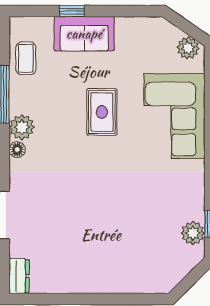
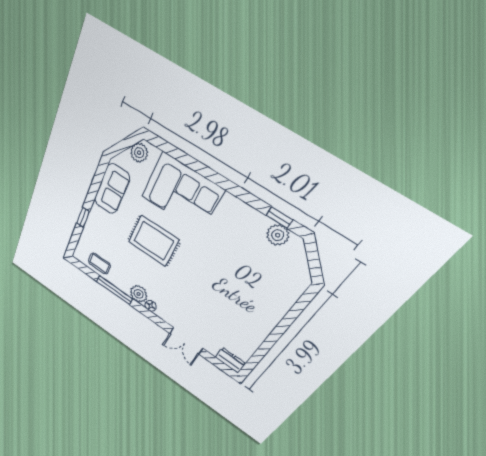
sofa: (84, 34) -> (112, 189), moved
rug: (102, 112) -> (154, 241), width x1.36, depth x1.43

